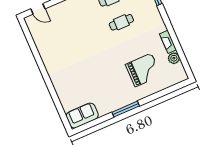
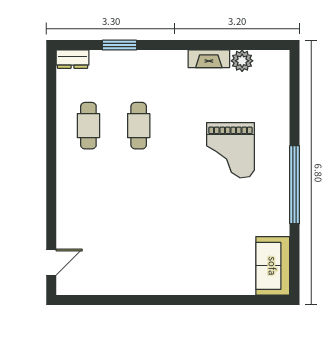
grand piano: (143, 70) -> (231, 150), moved, turned 180
window: (126, 109) -> (295, 185), width x1.46

